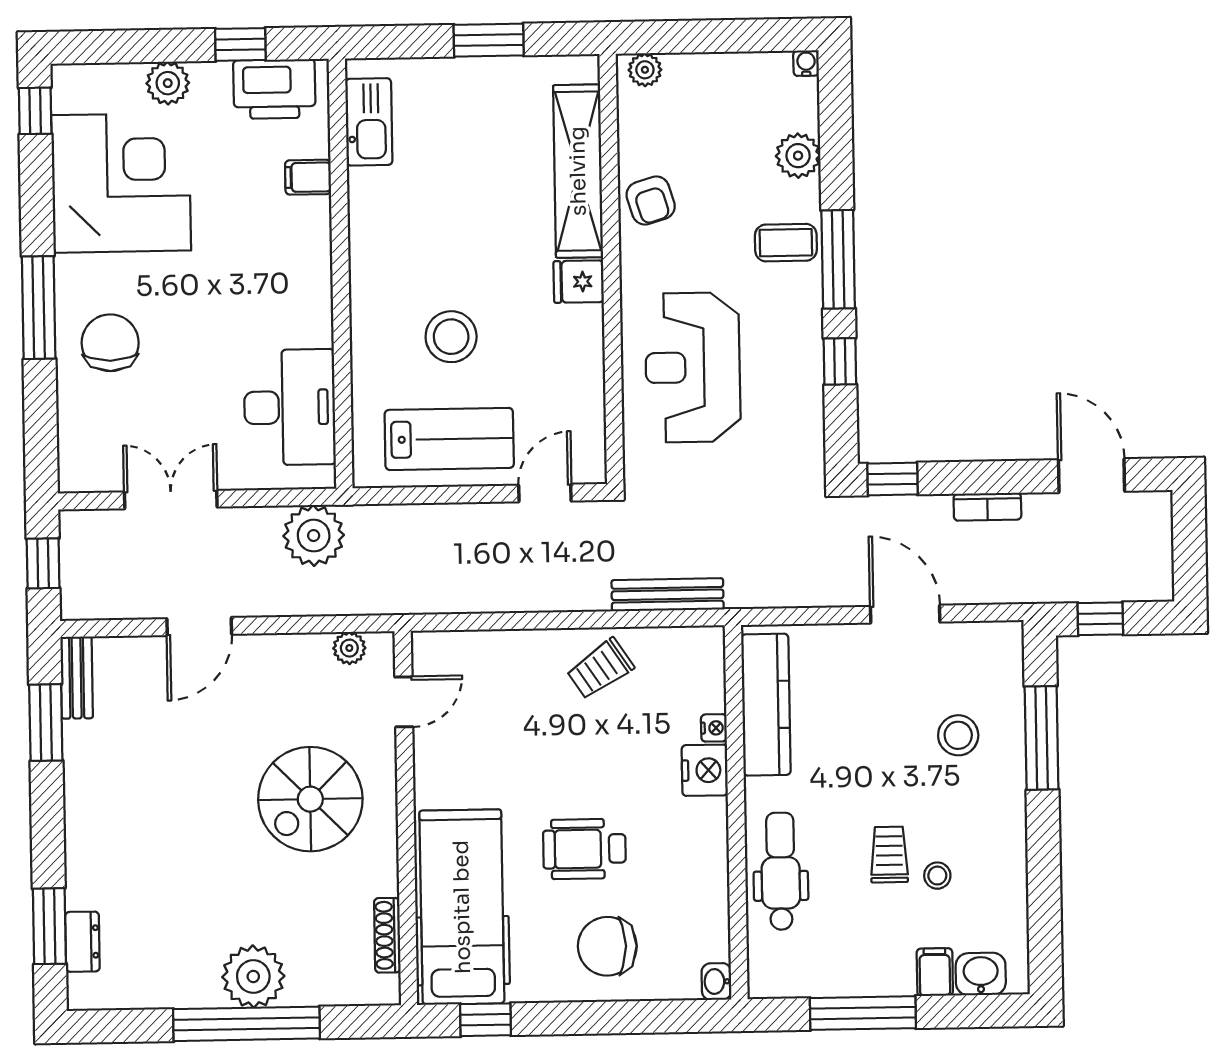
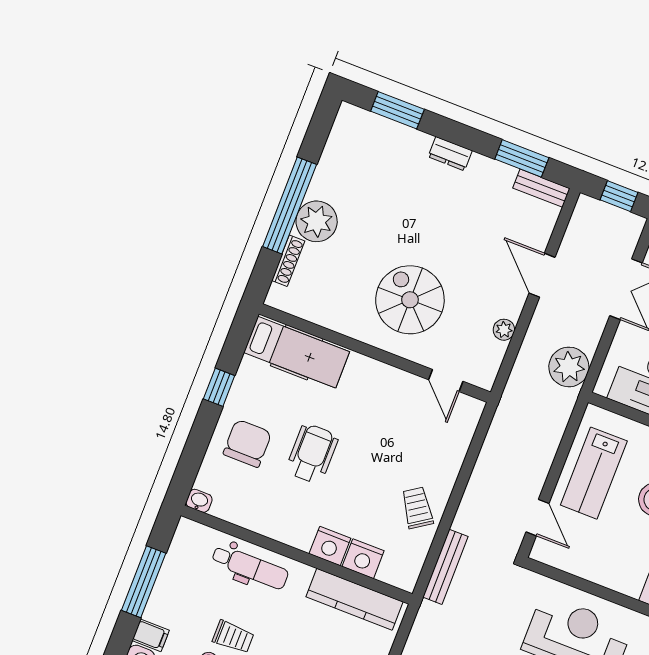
plant: (349, 648) -> (504, 330), moved
nightstand: (714, 728) -> (363, 559), width x1.89, depth x1.79
hospital bed: (462, 907) -> (297, 352), width x0.73, depth x0.78
shoe rack: (387, 935) -> (288, 261), moved, turned 90
dresser: (82, 942) -> (450, 154), moved
window: (486, 1020) -> (219, 387), moved

